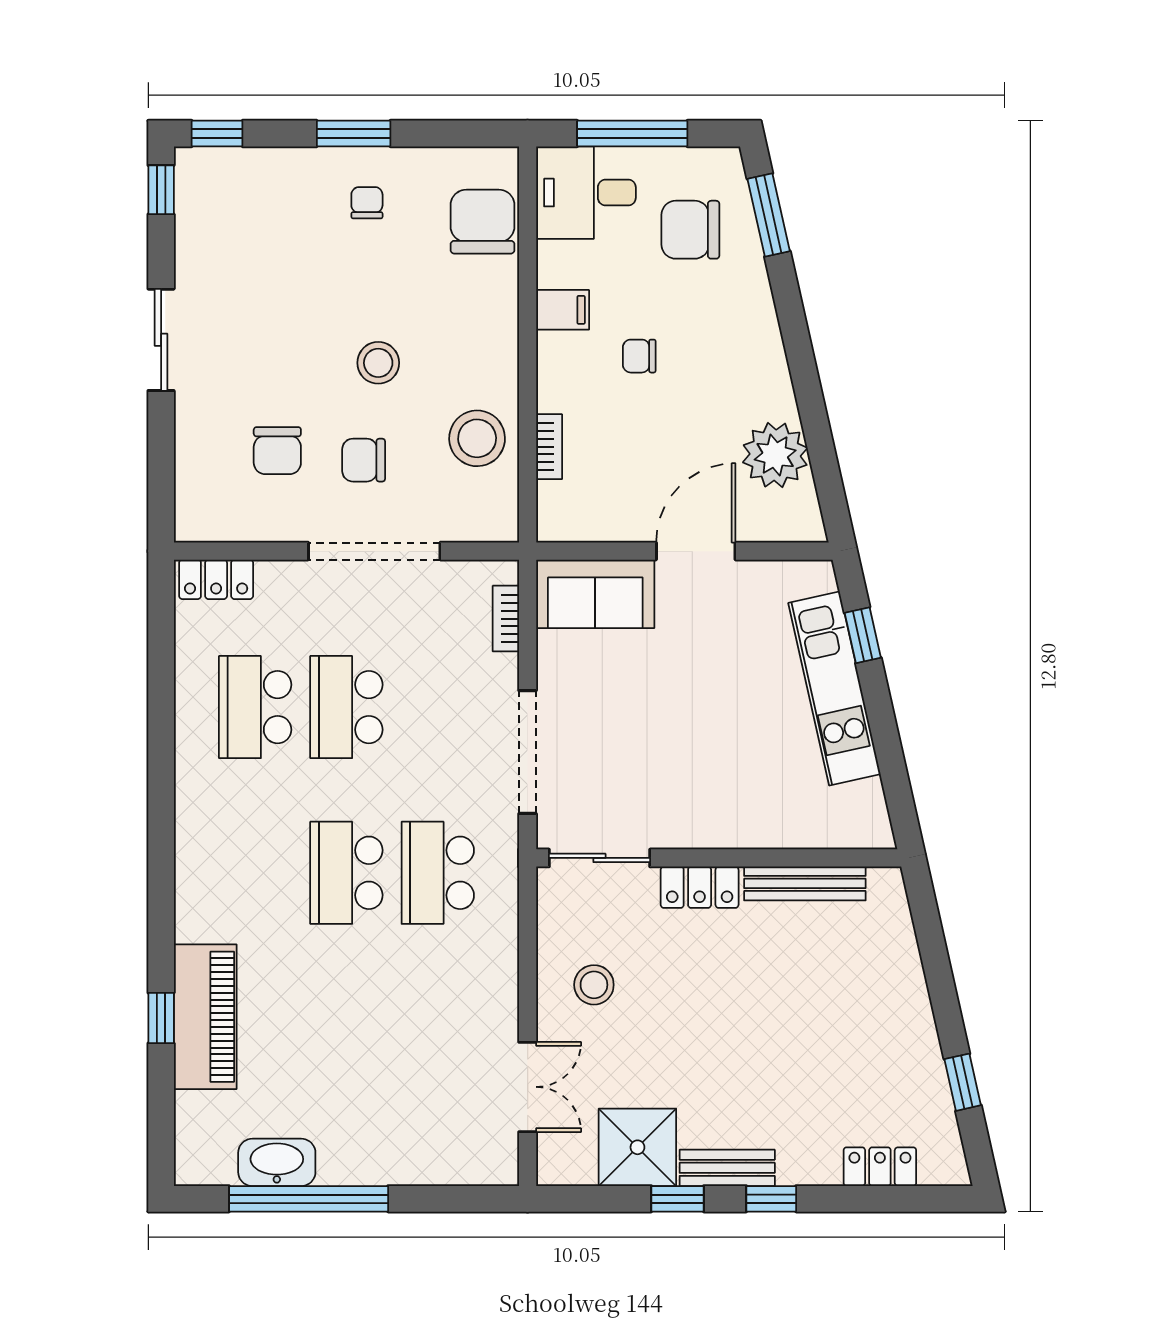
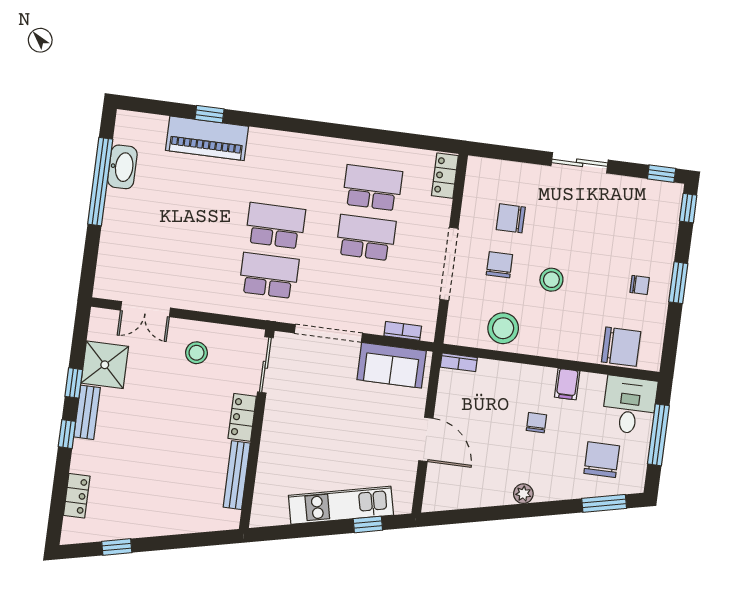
bookcase: (549, 447) -> (459, 362), moved
plant: (775, 455) -> (523, 494), moved, width x0.53, depth x0.53
sofa: (595, 594) -> (392, 365), moved, turned -90

